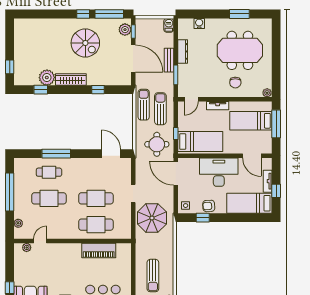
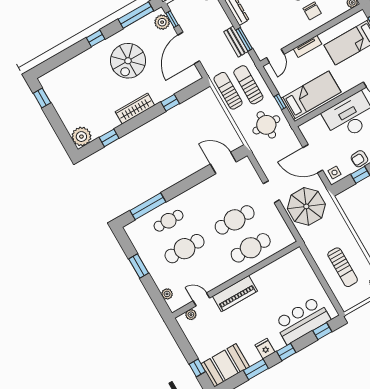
window: (83, 14) -> (96, 38), moved
spiral stairs: (85, 43) -> (128, 61), turned 90
door: (133, 59) -> (189, 48), swing flipped
bench: (169, 60) -> (236, 42), moved
window: (10, 67) -> (42, 98), moved
plant: (47, 78) -> (81, 137), moved
window: (56, 154) -> (148, 206), moved
door: (176, 173) -> (313, 159), moved
window: (10, 192) -> (139, 266), width x0.47
door: (40, 241) -> (201, 299), hinge flipped
piano: (99, 251) -> (235, 294), moved

